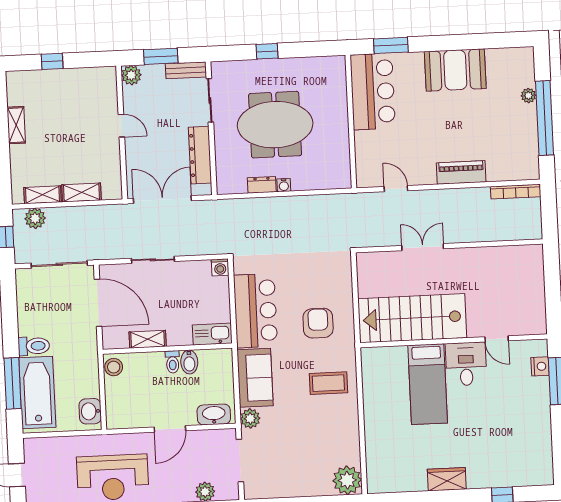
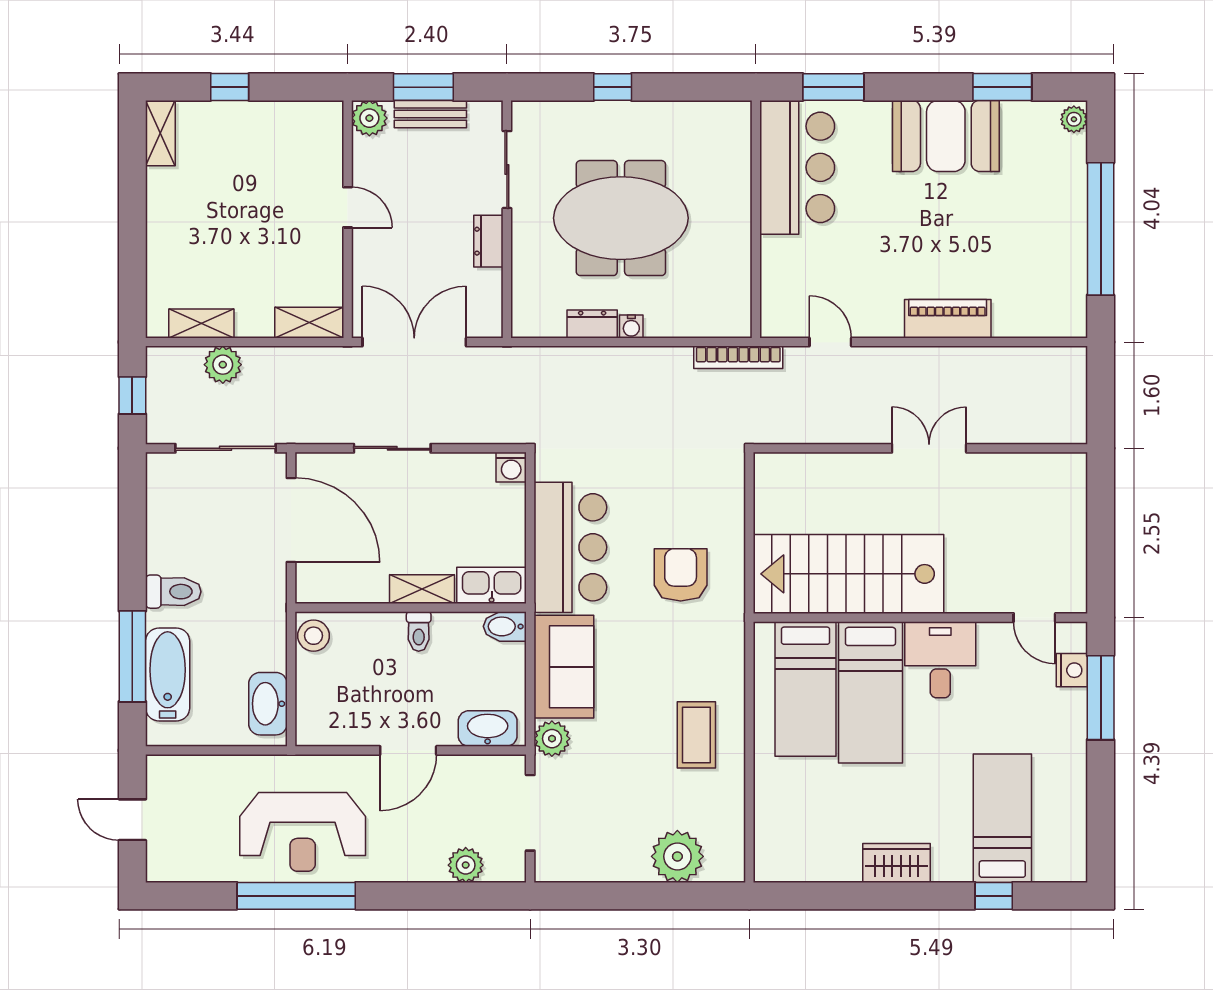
window: (486, 41) -> (1002, 87), added
bench: (186, 70) -> (430, 114), moved
plant: (528, 96) -> (1074, 119), moved
shelving: (16, 125) -> (160, 133), moved
dresser: (200, 155) -> (488, 241), width x0.51, depth x0.80
shelving: (82, 192) -> (309, 323), moved
bookcase: (516, 192) -> (738, 357), moved
plant: (35, 218) -> (223, 365), moved
double door: (423, 247) -> (929, 448), moved
shelving: (148, 339) -> (422, 589), moved
door: (497, 339) -> (1034, 618), moved
bidet: (189, 362) -> (505, 626), moved, turned 90
coffee table: (328, 383) -> (696, 735), moved, turned 90
bed: (391, 384) -> (806, 689), added
bathtub: (37, 392) -> (168, 674), width x0.73, depth x0.73
washbasin: (90, 411) -> (268, 704), width x1.38
bed: (505, 451) -> (1002, 818), added
plant: (347, 480) -> (677, 856), moved

